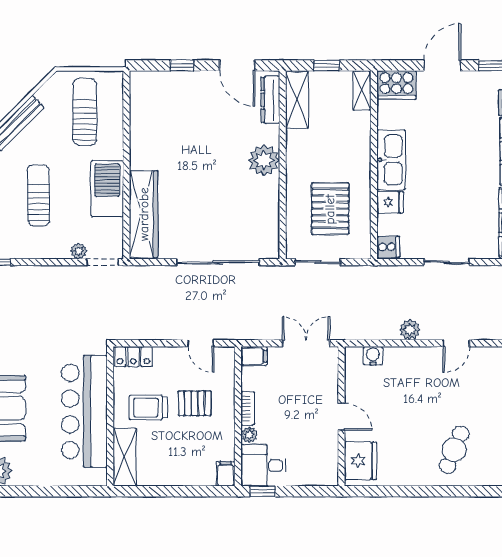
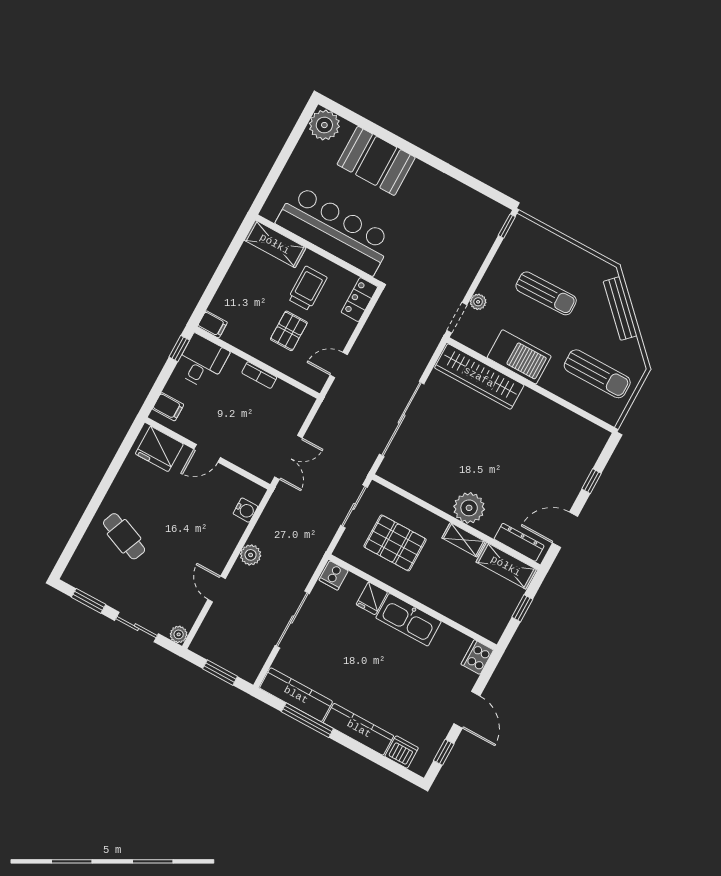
cooker: (396, 85) -> (477, 657), width x0.73, depth x0.76
shelving: (362, 90) -> (464, 540), moved
sliding door: (447, 262) -> (292, 620), width x1.37
filing cabinet: (254, 356) -> (168, 407), moved, turned -90
plant: (249, 435) -> (235, 364), removed

